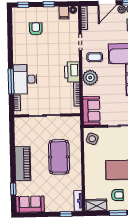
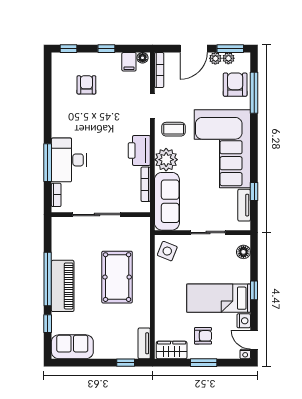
sofa: (91, 111) -> (167, 201), width x1.36
window: (13, 159) -> (48, 279), added

